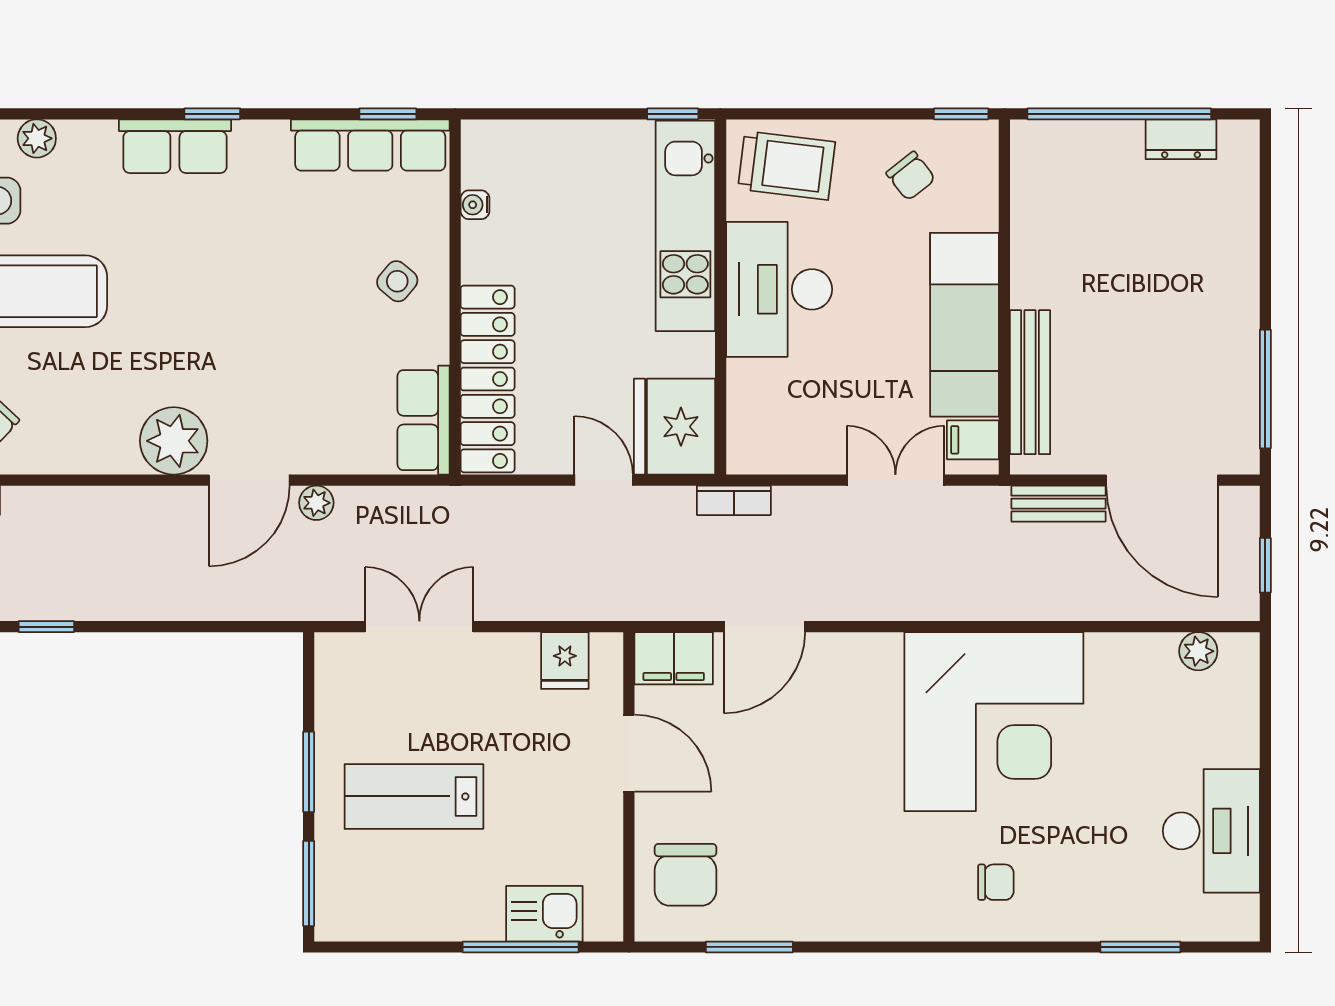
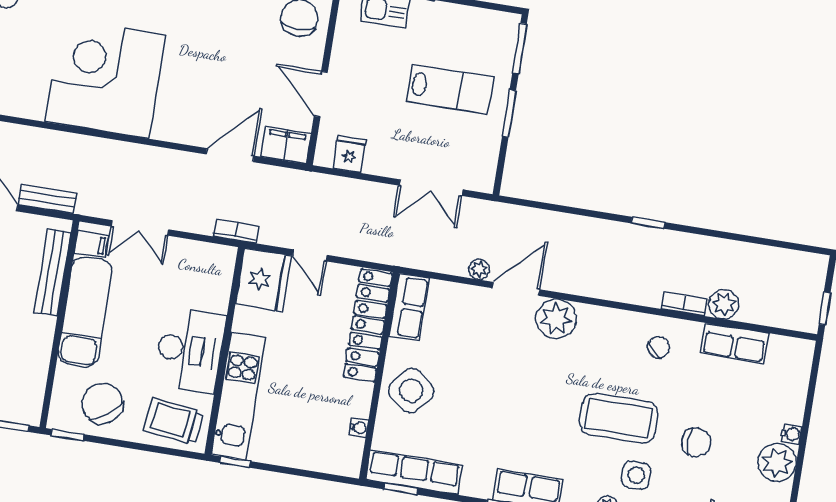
chair: (911, 176) -> (102, 403), width x1.87, depth x1.87
side table: (397, 281) -> (411, 391), width x1.87, depth x1.87

